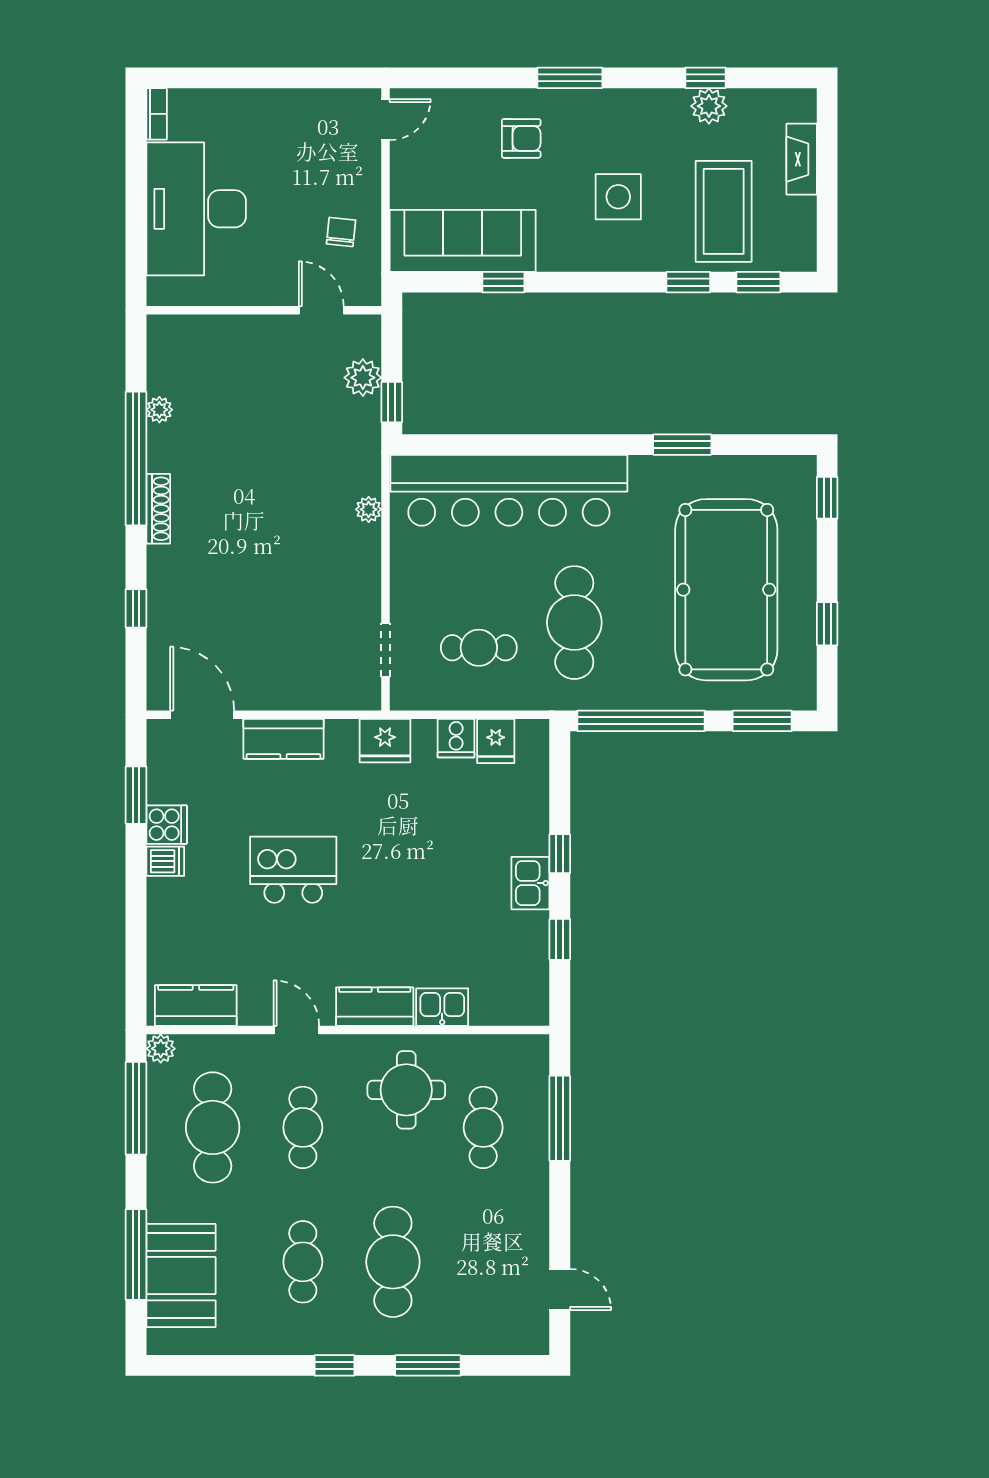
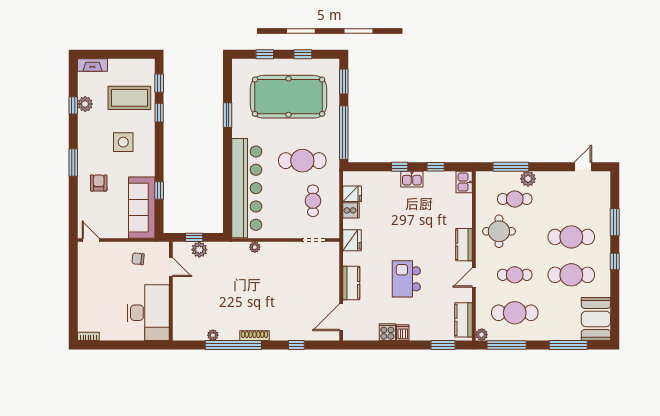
fireplace: (802, 159) -> (92, 65), moved
desk: (196, 209) -> (148, 313), moved, turned -90
door: (321, 310) -> (171, 267), swing flipped
window: (392, 402) -> (194, 237), moved
window: (827, 498) -> (265, 54), moved
window: (136, 795) -> (443, 345), moved
kitchen sink: (442, 1007) -> (464, 182), moved
plant: (531, 1159) -> (528, 179), added
cafe table: (303, 1262) -> (571, 275), width x1.37, depth x1.35
booth: (181, 1276) -> (596, 319), moved, turned 90

